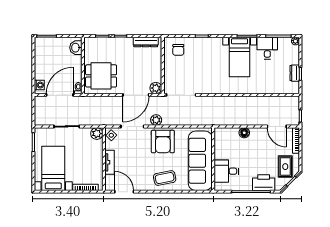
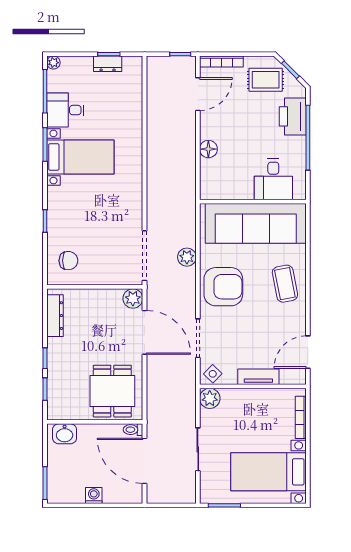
washing machine: (39, 85) -> (94, 496), moved
plant: (156, 120) -> (187, 257), moved

